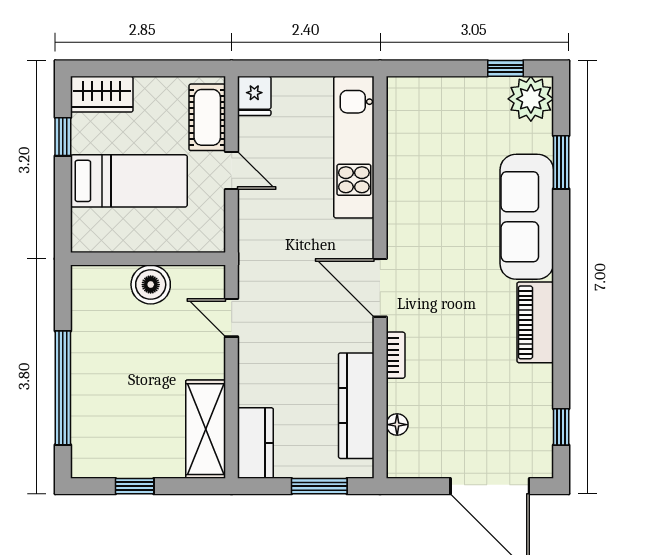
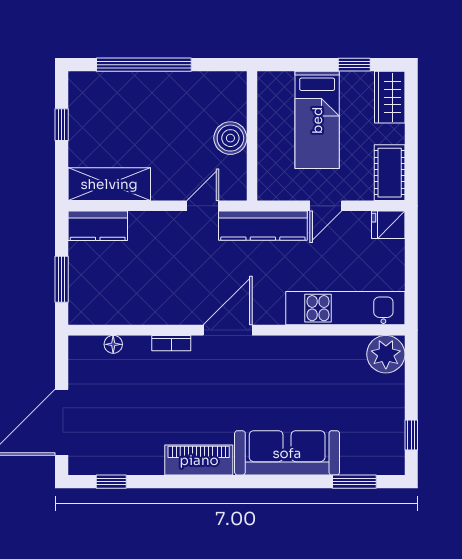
plant: (531, 99) -> (386, 354), moved
cot: (207, 117) -> (390, 173), moved, turned 90
window: (561, 162) -> (354, 482), moved
kitchen counter: (356, 406) -> (263, 226), moved, turned 180

